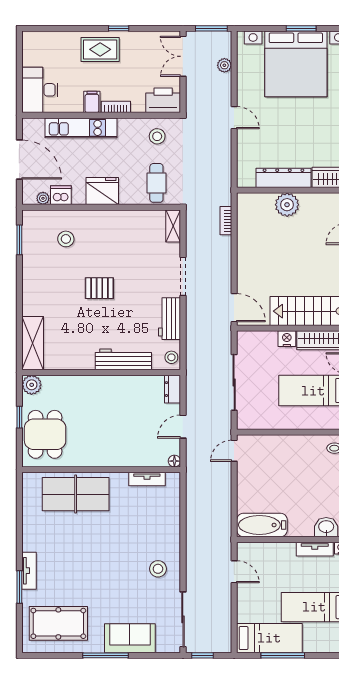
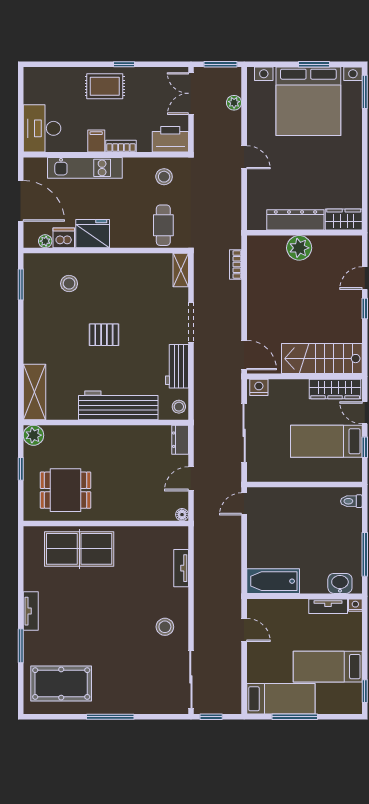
fridge: (102, 191) -> (93, 234), moved
nightstand: (287, 339) -> (259, 387), moved
workbench: (123, 359) -> (118, 405), width x1.36, depth x1.32
dining table: (45, 434) -> (66, 490), moved, turned 90
tv unit: (147, 479) -> (181, 568), moved, turned 90
tv unit: (29, 571) -> (31, 611), moved
sofa: (130, 638) -> (136, 699), removed

